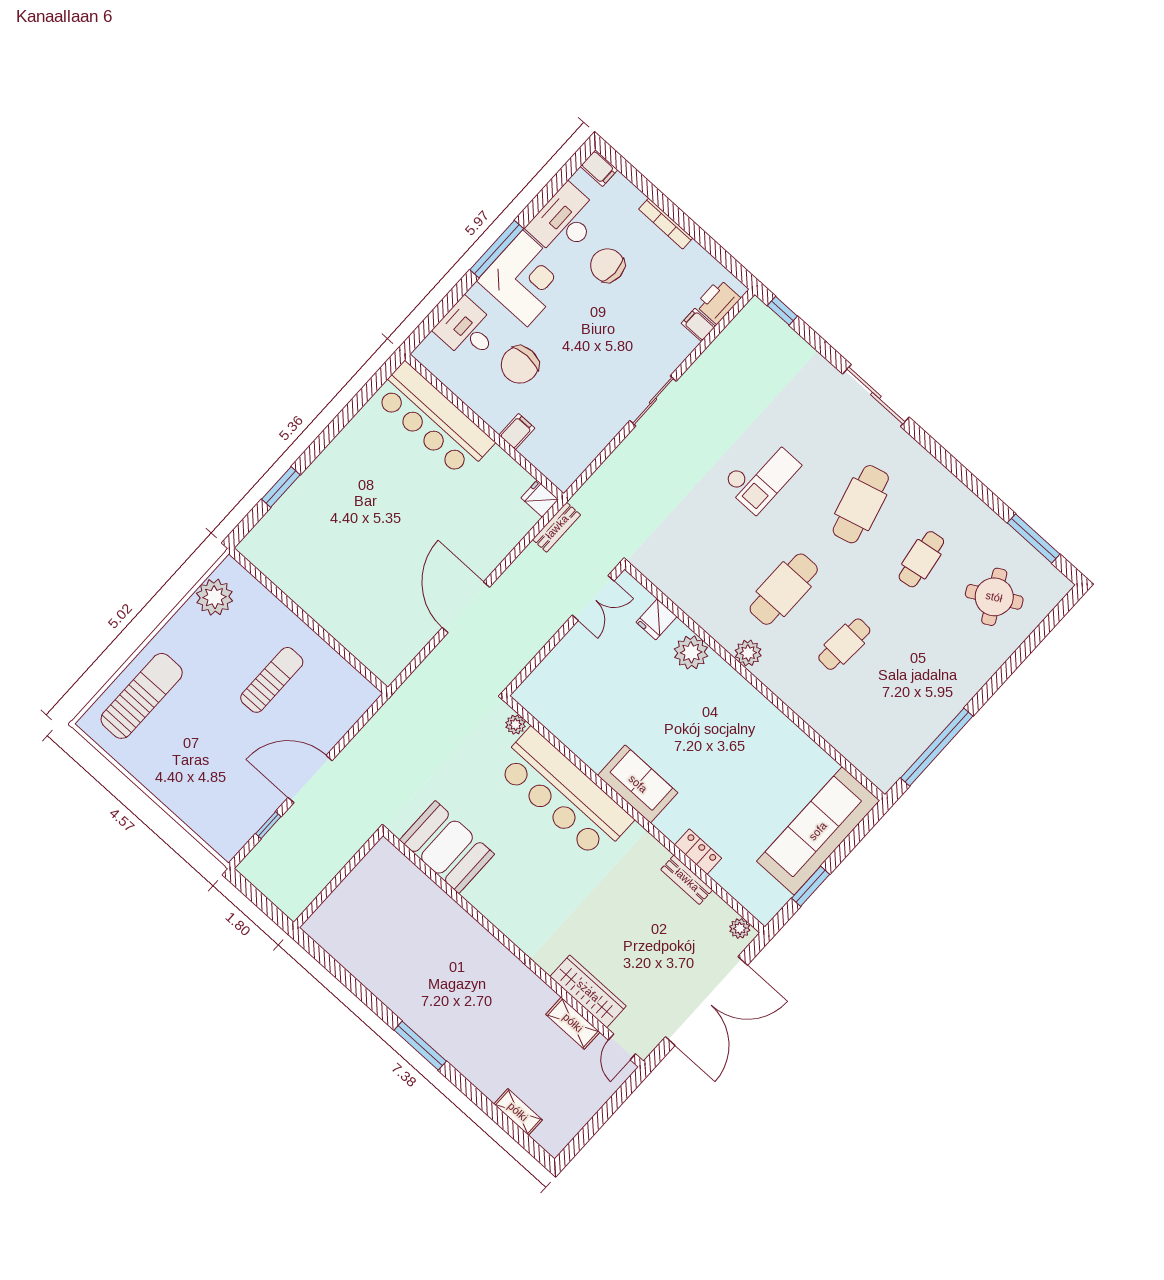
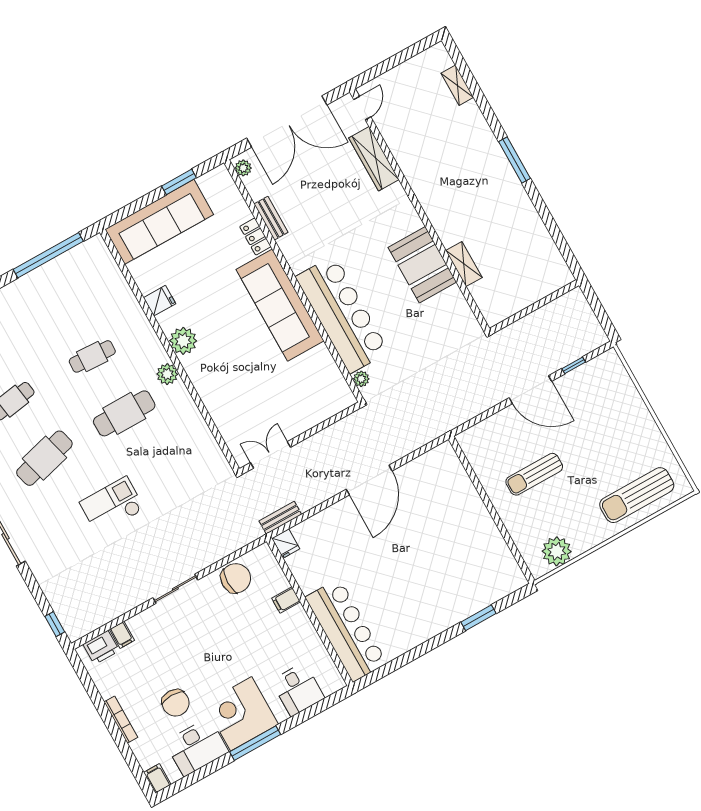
chair: (520, 365) -> (236, 578), moved
fridge: (657, 619) -> (160, 301), moved
plant: (691, 652) -> (183, 341), moved
sofa: (638, 784) -> (280, 305), width x1.85, depth x1.27
booth: (447, 847) -> (422, 265), moved
double door: (707, 1001) -> (287, 121), swing flipped
shelving: (573, 1023) -> (464, 264), moved

